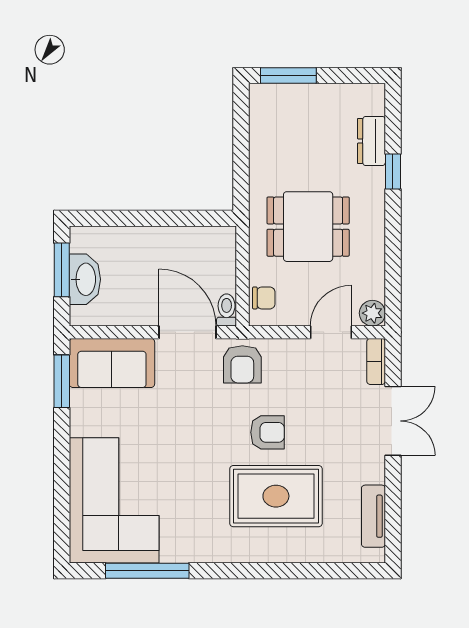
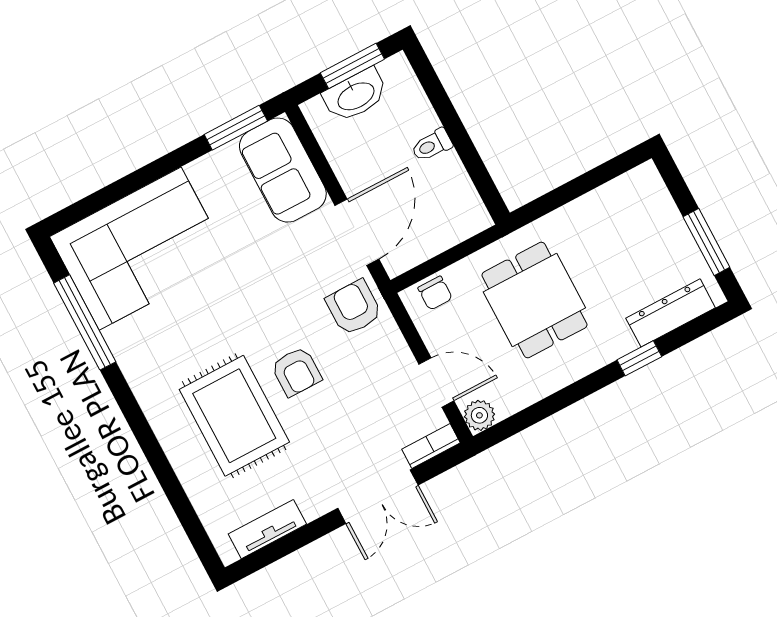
window: (288, 75) -> (706, 242), moved
dresser: (371, 141) -> (671, 313), width x1.44
toilet: (227, 310) -> (432, 145), moved, turned 180
armchair: (242, 364) -> (354, 307), turned 90

